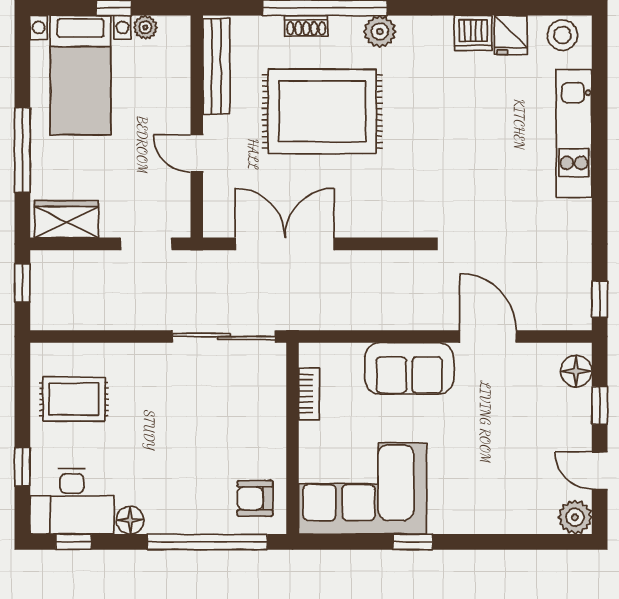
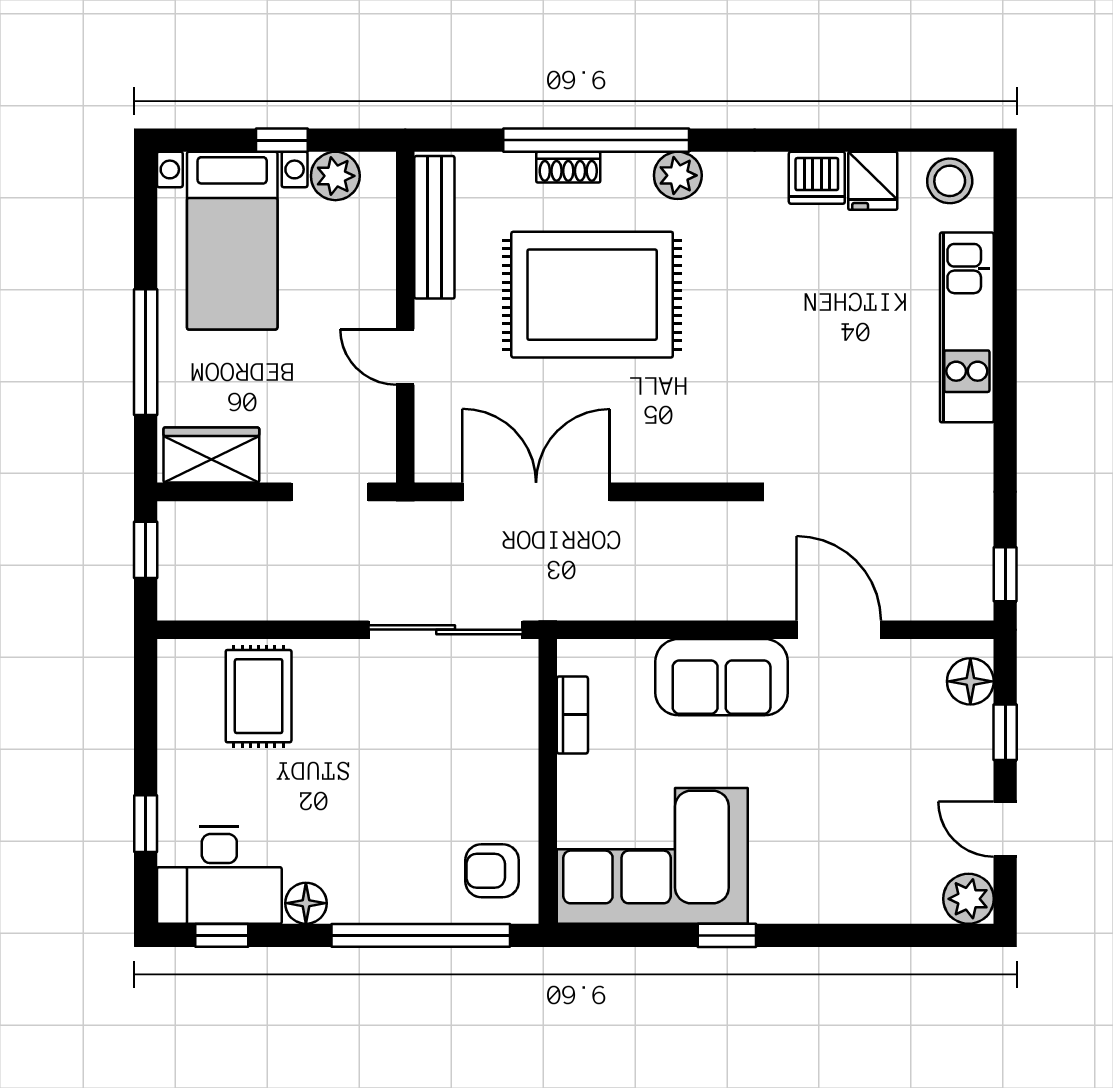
plant: (145, 27) -> (335, 176), width x1.38, depth x1.38
rug: (74, 399) -> (259, 696), moved, turned 90

